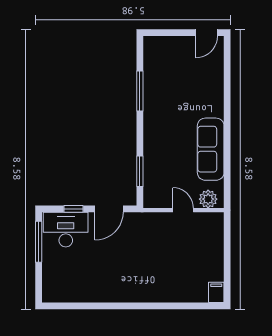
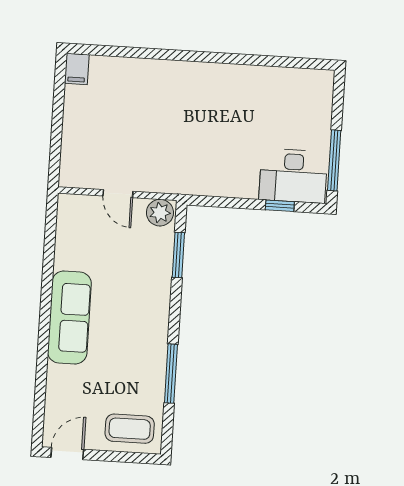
coffee table: (165, 52) -> (130, 429), added
sofa: (211, 149) -> (69, 317), moved
plant: (208, 199) -> (160, 213), moved
door: (109, 209) -> (227, 202), removed

